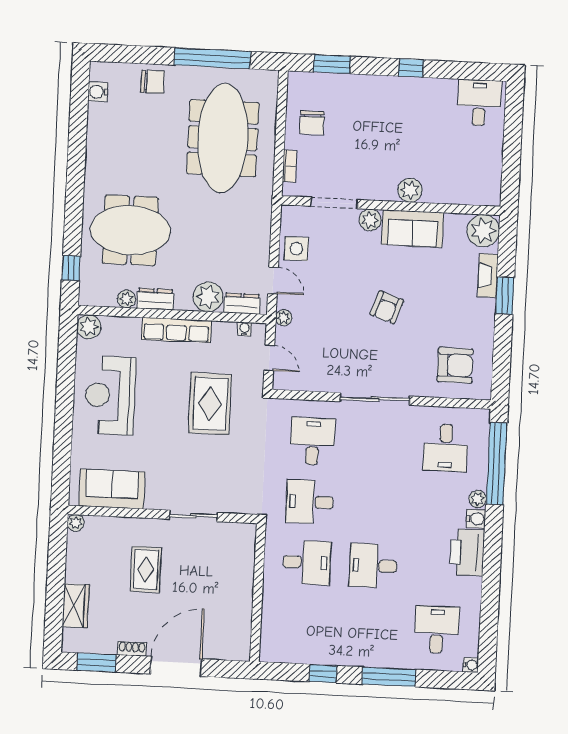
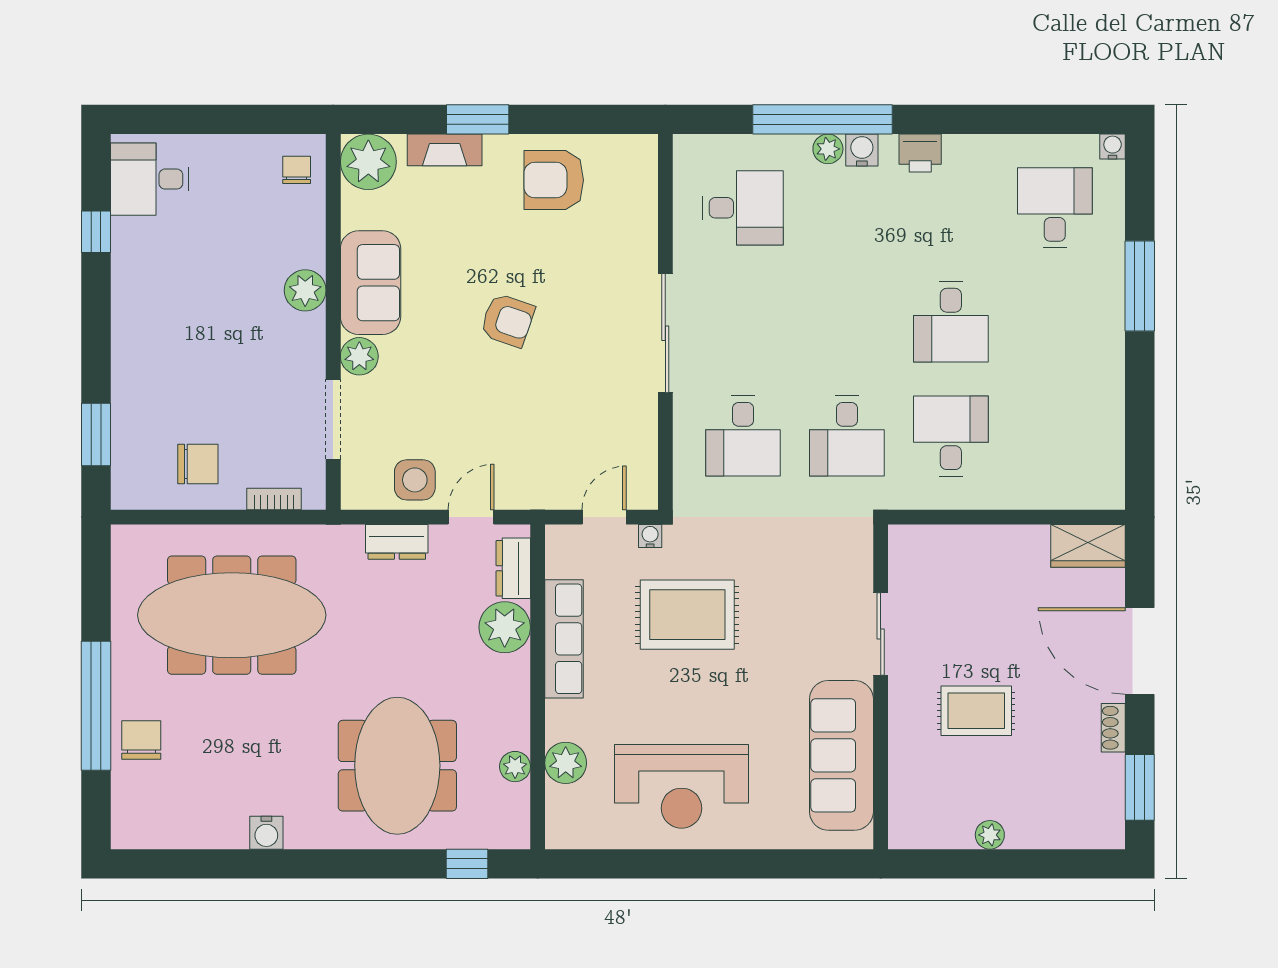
window: (212, 58) -> (96, 706), moved
window: (411, 68) -> (96, 232), moved
water cooler: (98, 92) -> (266, 833), moved
chair: (480, 189) -> (297, 170), added
dresser: (155, 299) -> (397, 542), moved, turned -90
plant: (284, 318) -> (534, 496), removed
plant: (89, 327) -> (566, 763), moved
water cooler: (244, 329) -> (650, 536), moved, turned 90
row of seats: (176, 330) -> (564, 639), moved
armchair: (455, 365) -> (554, 180), moved, turned -90
desk: (313, 441) -> (743, 436), turned -90
window: (497, 464) -> (822, 119), moved
sofa: (112, 489) -> (841, 755), width x1.36
plant: (76, 523) -> (990, 835), moved
printer: (467, 552) -> (920, 153), width x0.53, depth x0.68
wardrobe: (76, 606) -> (1088, 546), moved, turned 180
desk: (437, 630) -> (1055, 208), turned 90
window: (323, 674) -> (1140, 399), removed

